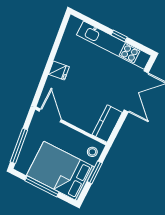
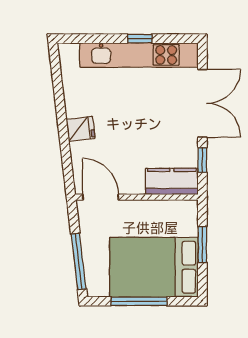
kitchen counter: (107, 124) -> (172, 181), moved, turned 90
window: (120, 124) -> (202, 160), added
stool: (92, 152) -> (184, 218), removed

